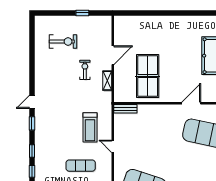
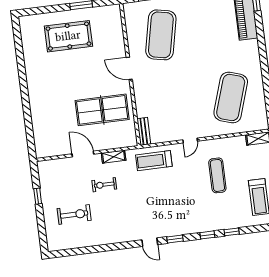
exercise bike: (63, 41) -> (74, 214), turned 90
door: (191, 103) -> (129, 68), moved
treadmill: (90, 127) -> (154, 161), moved, turned 180

